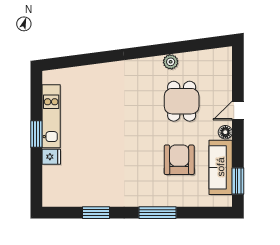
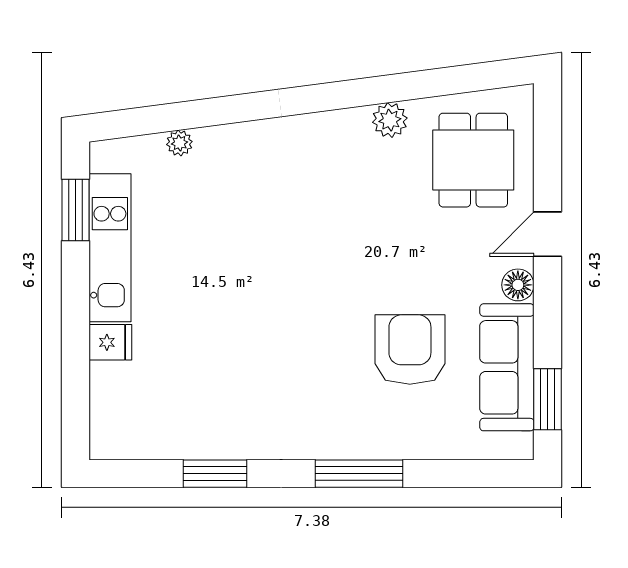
plant: (81, 72) -> (179, 143), added
dining table: (182, 101) -> (473, 160), moved
window: (36, 134) -> (76, 210), moved

